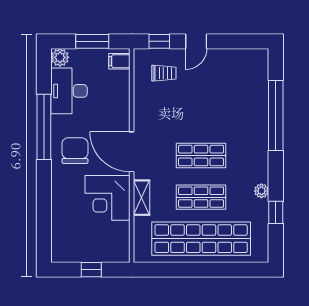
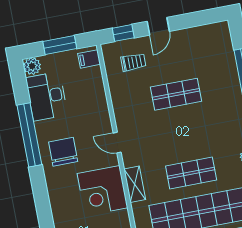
door: (132, 152) -> (117, 143), width x0.53
shop shelf: (201, 156) -> (176, 94), moved

